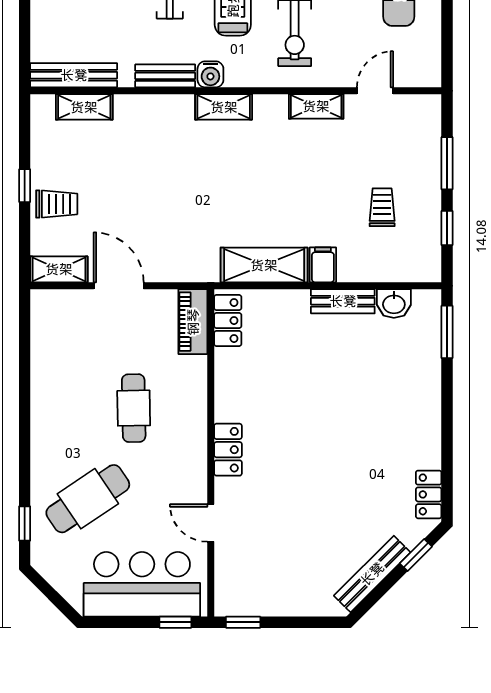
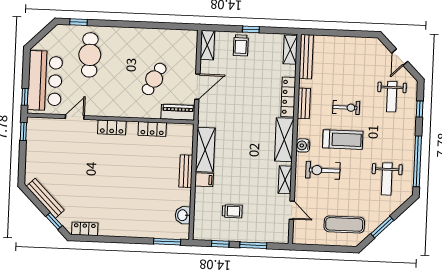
water cooler: (210, 74) -> (303, 145), moved
shelving: (84, 107) -> (290, 50), moved
locker: (154, 107) -> (288, 97), added
shelving: (224, 107) -> (284, 140), width x1.50, depth x1.33
door: (119, 286) -> (197, 87), moved
bench: (343, 301) -> (186, 171), moved
locker: (228, 321) -> (152, 129), moved
cafe table: (134, 408) -> (154, 79), moved, turned -61
cafe table: (88, 499) -> (90, 55), turned 34

